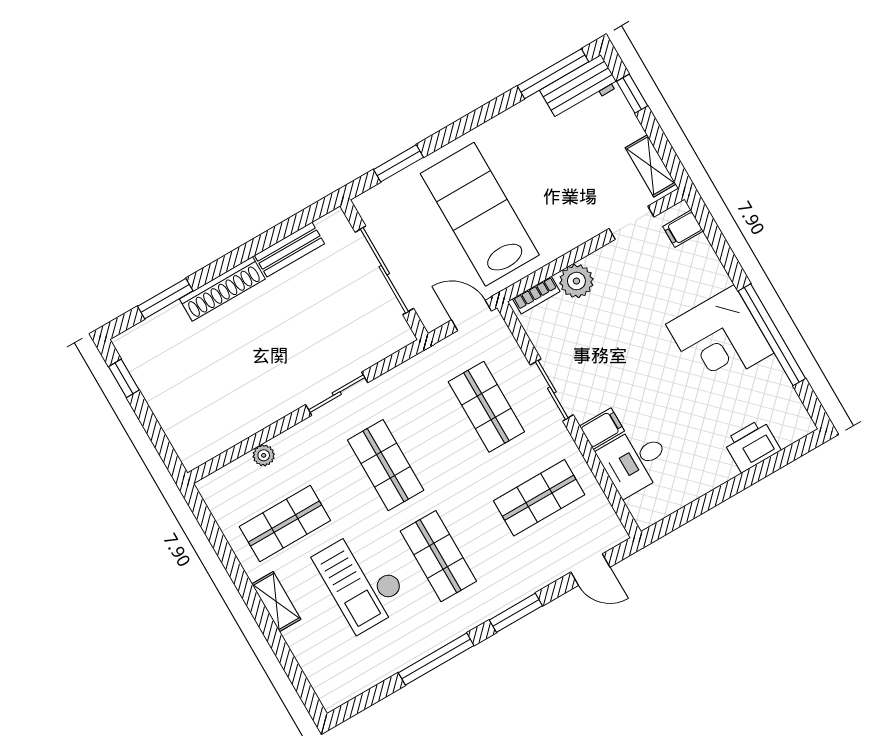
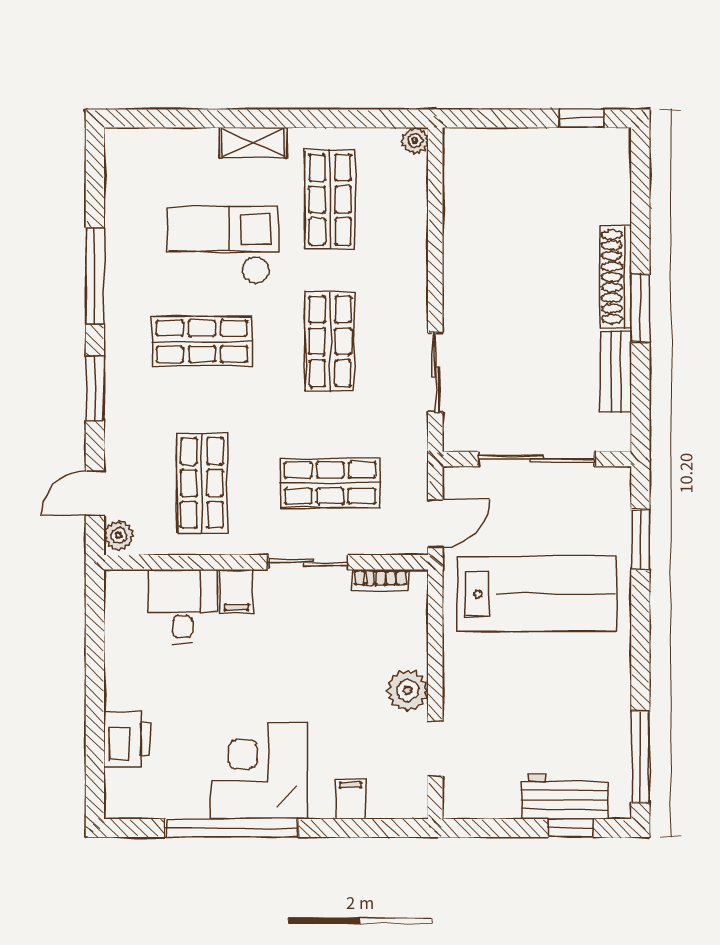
workbench: (579, 88) -> (565, 797), moved, turned 90
shelving: (651, 166) -> (484, 803), removed
filing cabinet: (683, 229) -> (351, 799), moved
plant: (576, 281) -> (408, 690), moved
bookcase: (536, 295) -> (380, 580), moved, turned -90
window: (165, 299) -> (640, 308), moved
sliding door: (337, 394) -> (435, 372), moved
plant: (264, 455) -> (415, 141), moved
shop shelf: (386, 465) -> (330, 341), turned 90
plant: (611, 535) -> (119, 535), added

